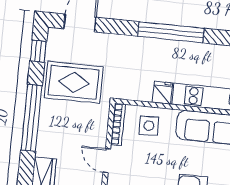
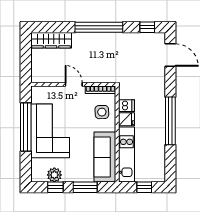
rug: (74, 82) -> (127, 55), removed
dishwasher: (144, 91) -> (127, 106), added
door: (107, 161) -> (74, 84), hinge flipped

